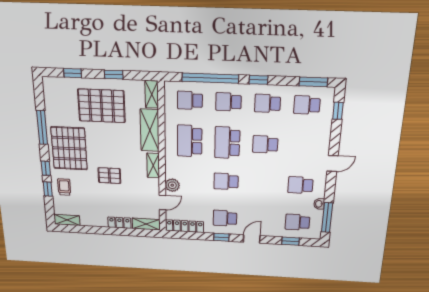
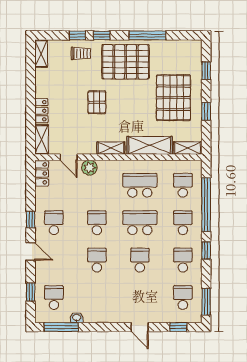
door: (333, 163) -> (140, 327), moved
school desk: (300, 185) -> (97, 260), moved
locker: (185, 226) -> (42, 173), width x0.66

